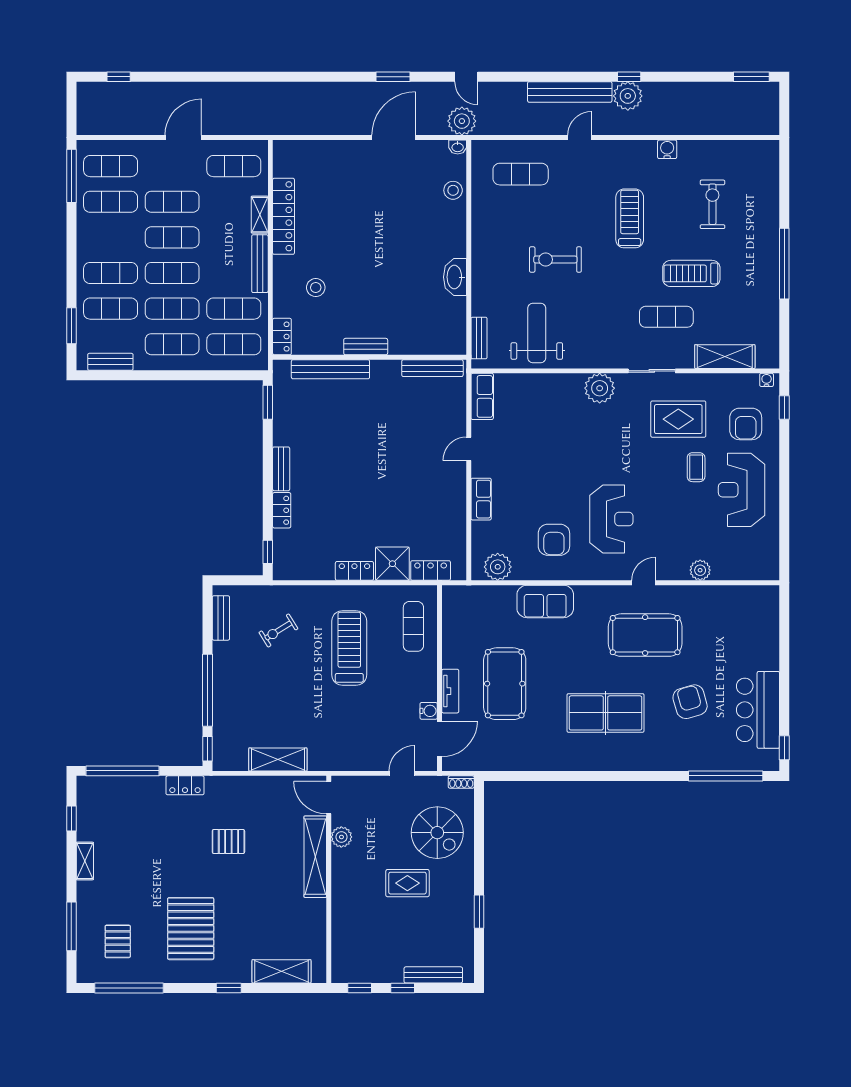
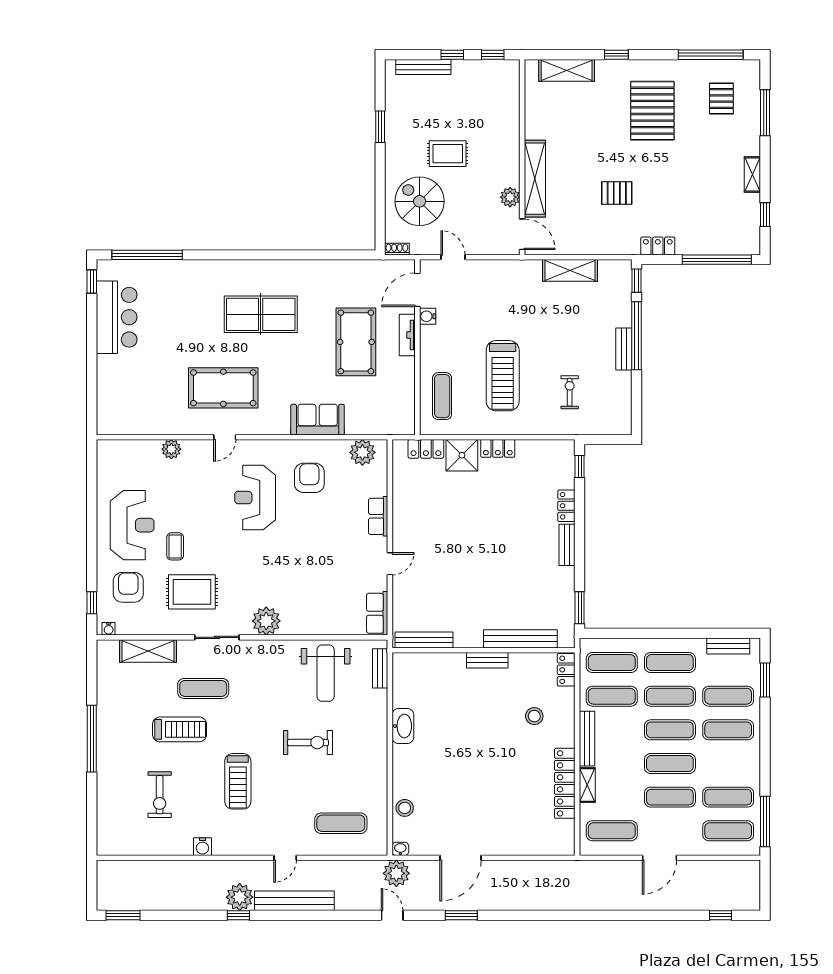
bench: (221, 618) -> (624, 349), moved
exercise bike: (278, 631) -> (570, 392), turned -58
armchair: (690, 702) -> (181, 325), removed
door: (402, 773) -> (453, 257), swing flipped

